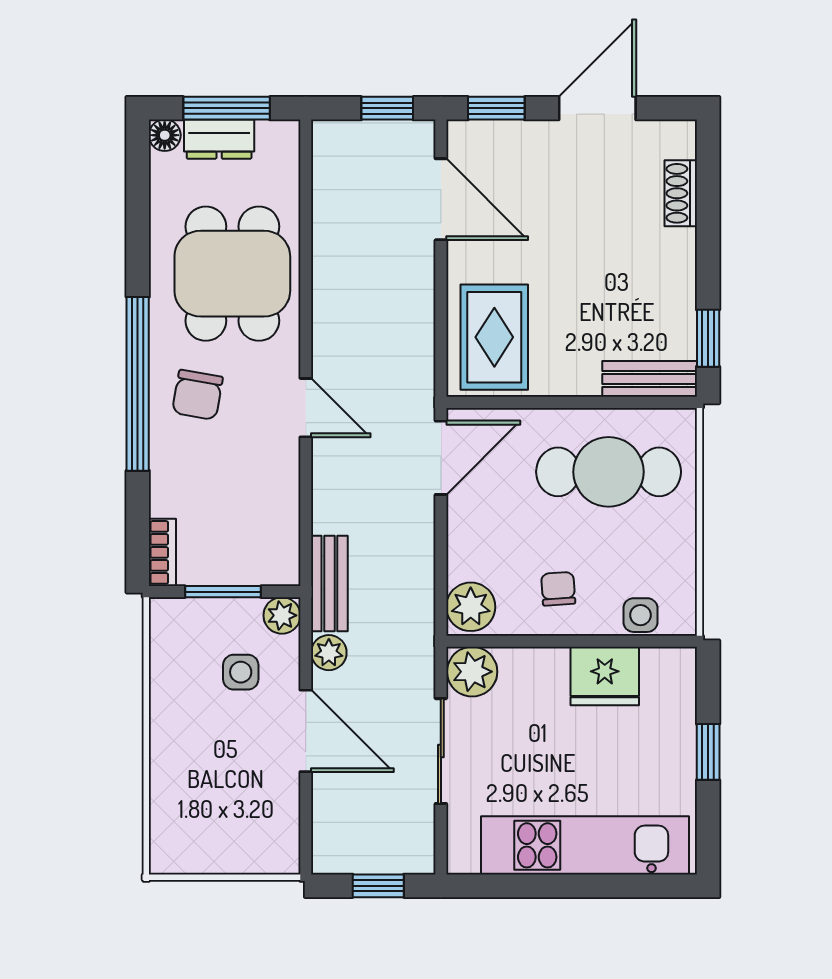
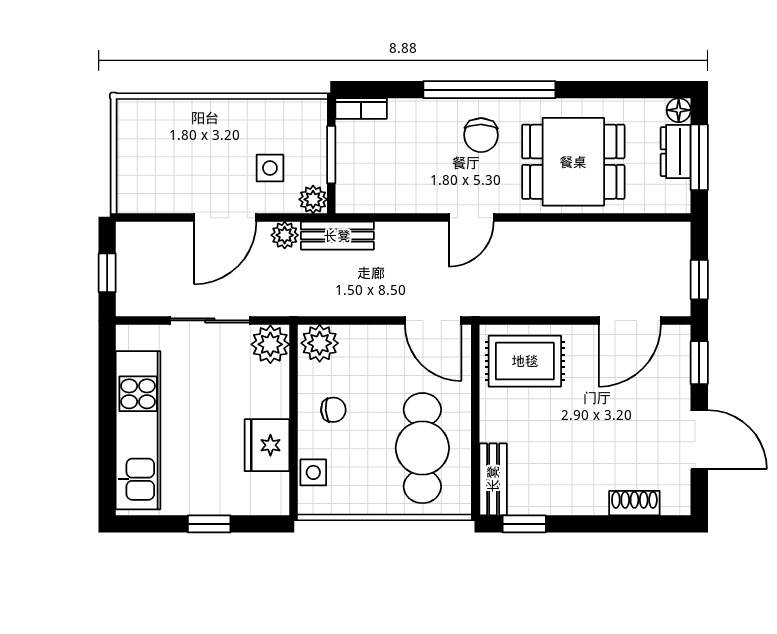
chair: (197, 395) -> (481, 135), turned -99

